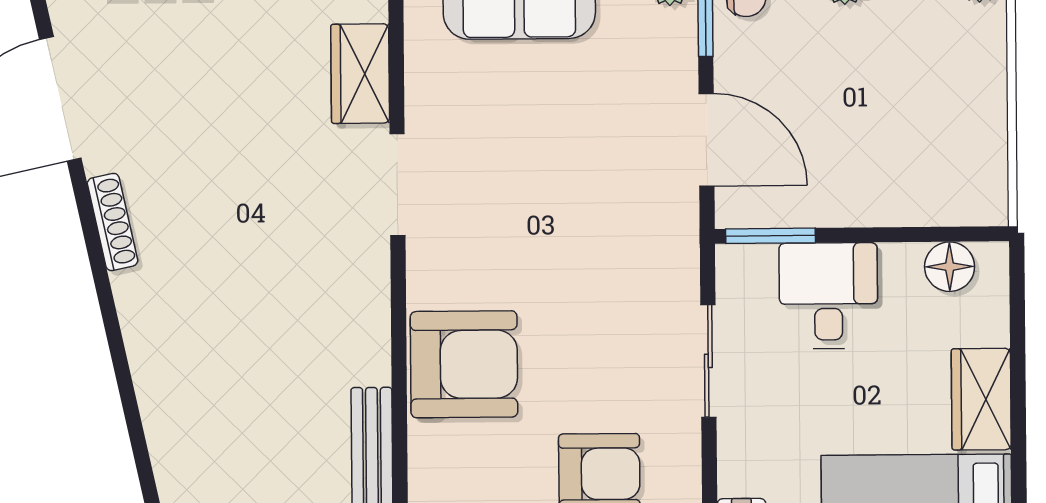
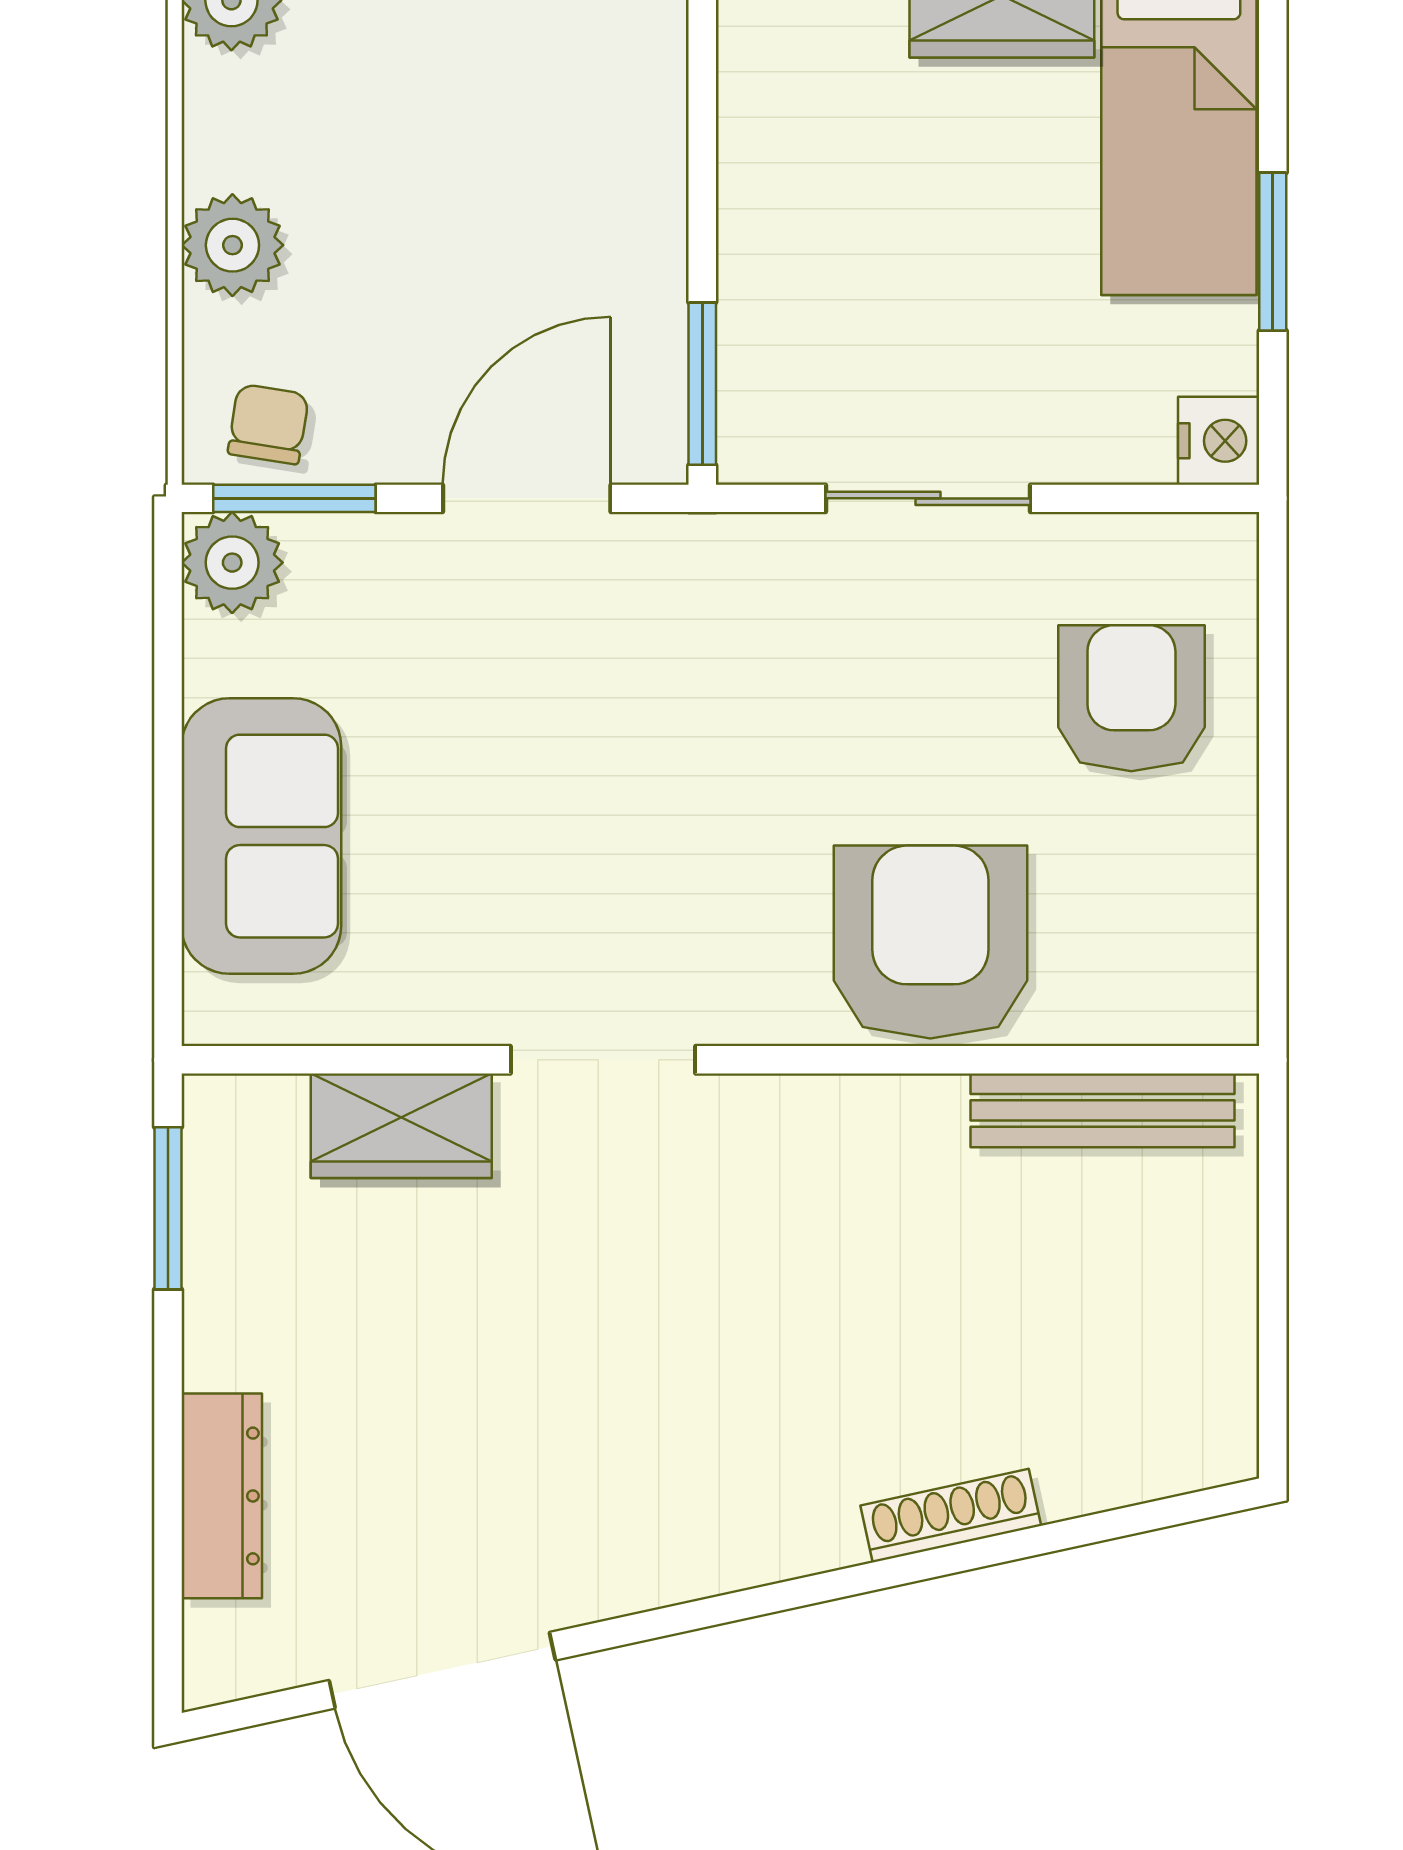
shoe rack: (112, 222) -> (951, 1516), moved
floor lamp: (950, 267) -> (761, 59), removed
desk: (828, 296) -> (812, 280), removed

